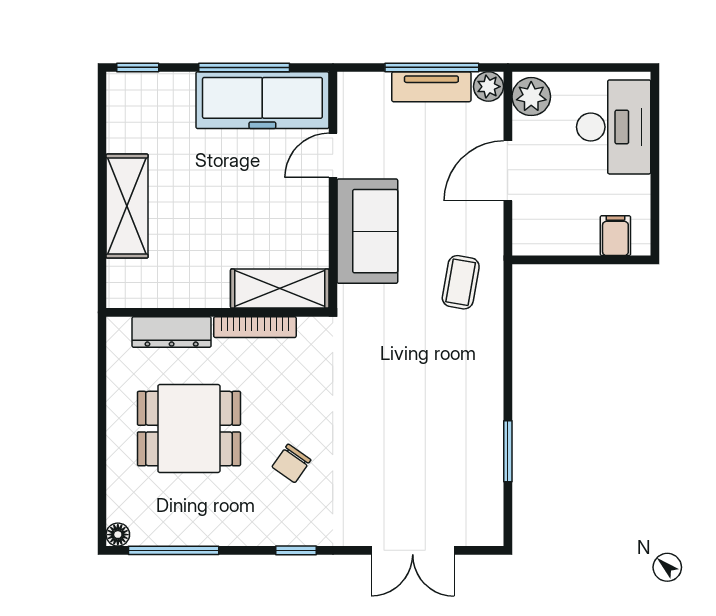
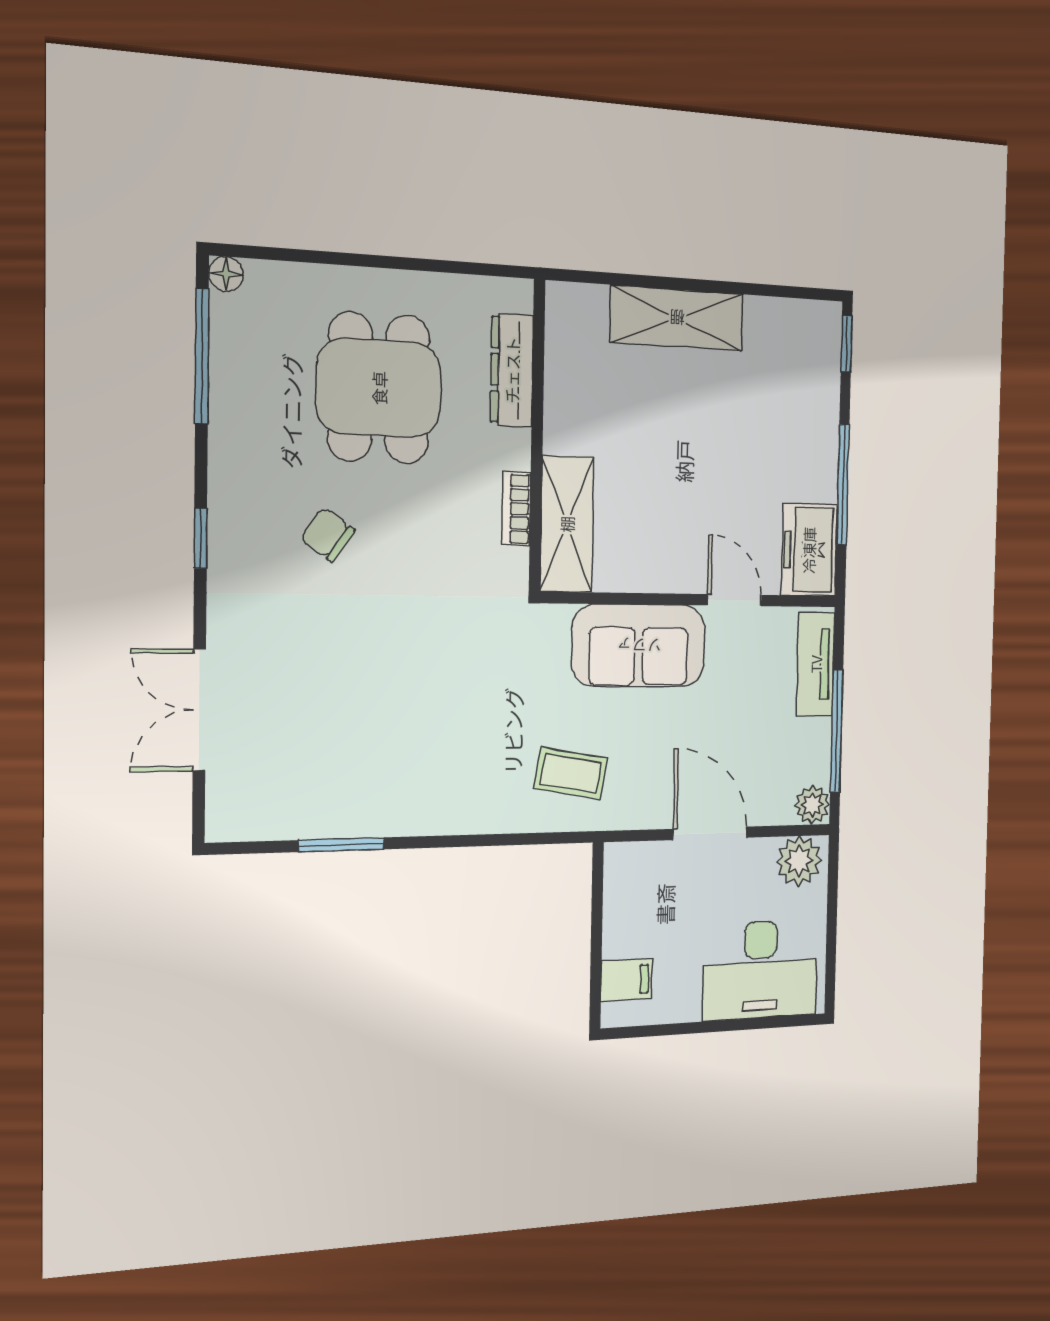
tv unit: (431, 87) -> (816, 664), moved
freezer: (262, 100) -> (809, 550), width x0.52, depth x0.79
bookcase: (255, 327) -> (516, 509), width x0.64

